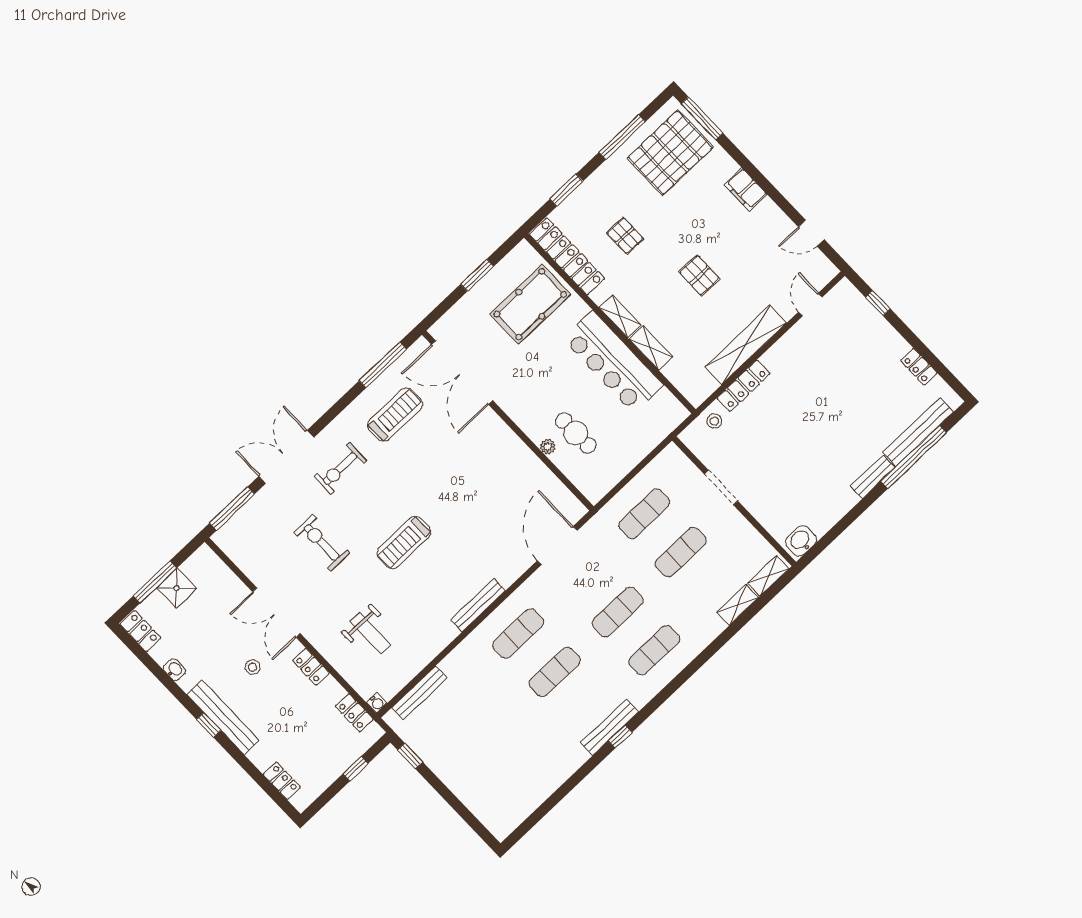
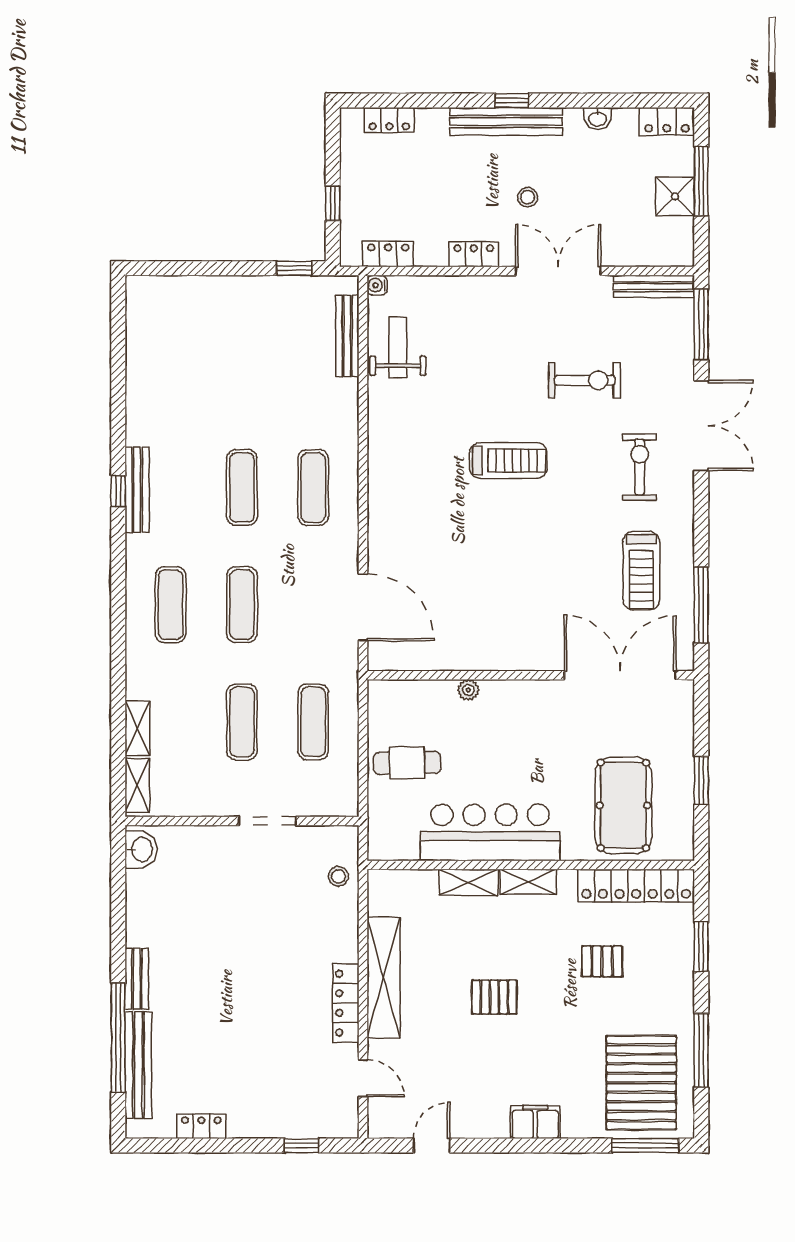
locker: (743, 386) -> (346, 1003), moved
cafe table: (576, 433) -> (407, 763), moved
treadmill: (404, 543) -> (508, 461), turned 90
bench: (478, 605) -> (654, 286), moved, turned 90
weight bench: (370, 633) -> (398, 347), moved, turned 90

